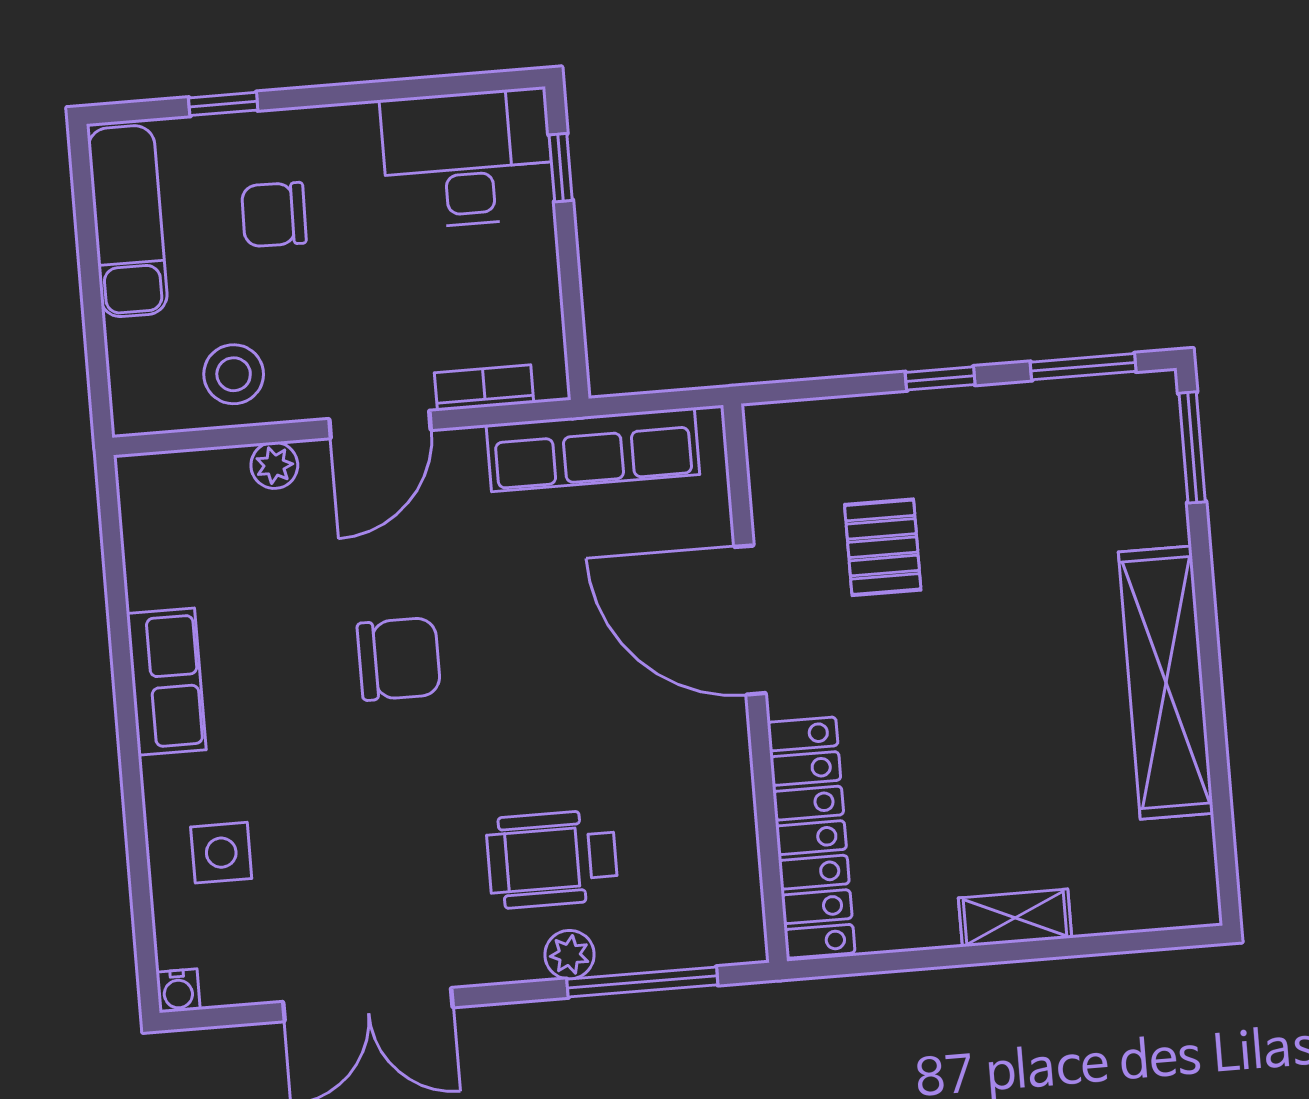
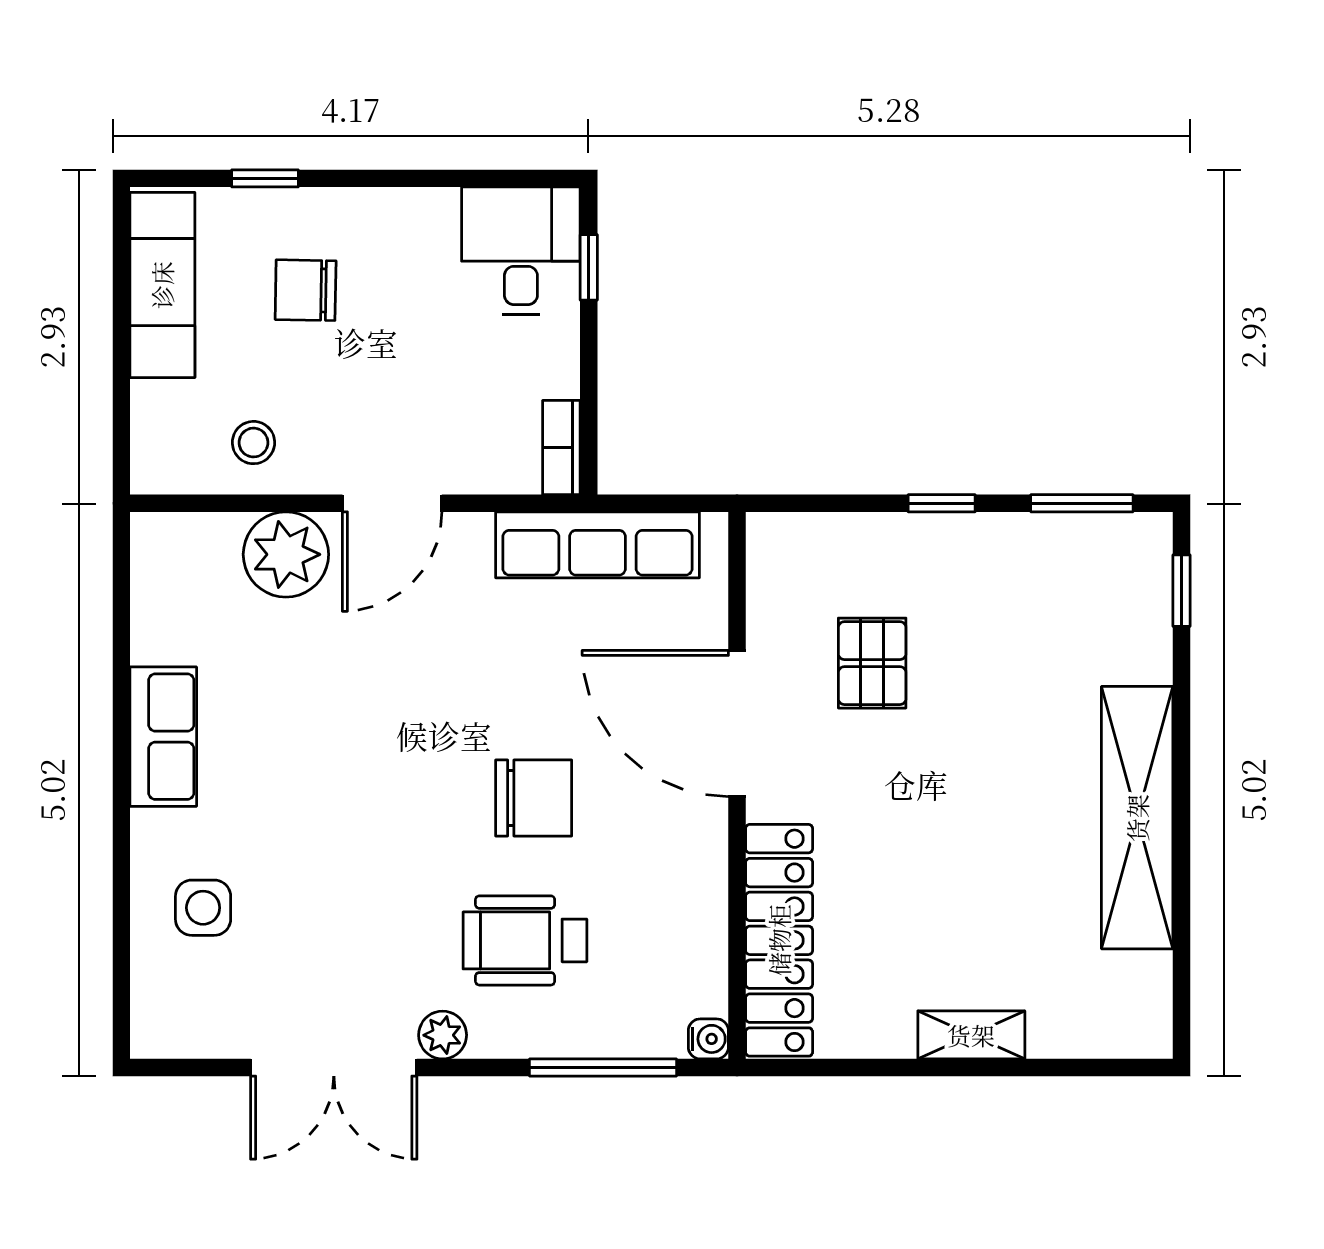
desk: (468, 158) -> (521, 251), width x0.73
stool: (234, 374) -> (253, 443), width x0.73, depth x0.73
bookcase: (484, 388) -> (561, 448), moved, turned -90
window: (1192, 447) -> (1182, 591), width x0.67
plant: (274, 465) -> (286, 554), width x1.88, depth x1.88
chair: (399, 659) -> (534, 798), moved
plant: (570, 955) -> (443, 1035), moved
water cooler: (178, 991) -> (708, 1039), moved, turned -90

